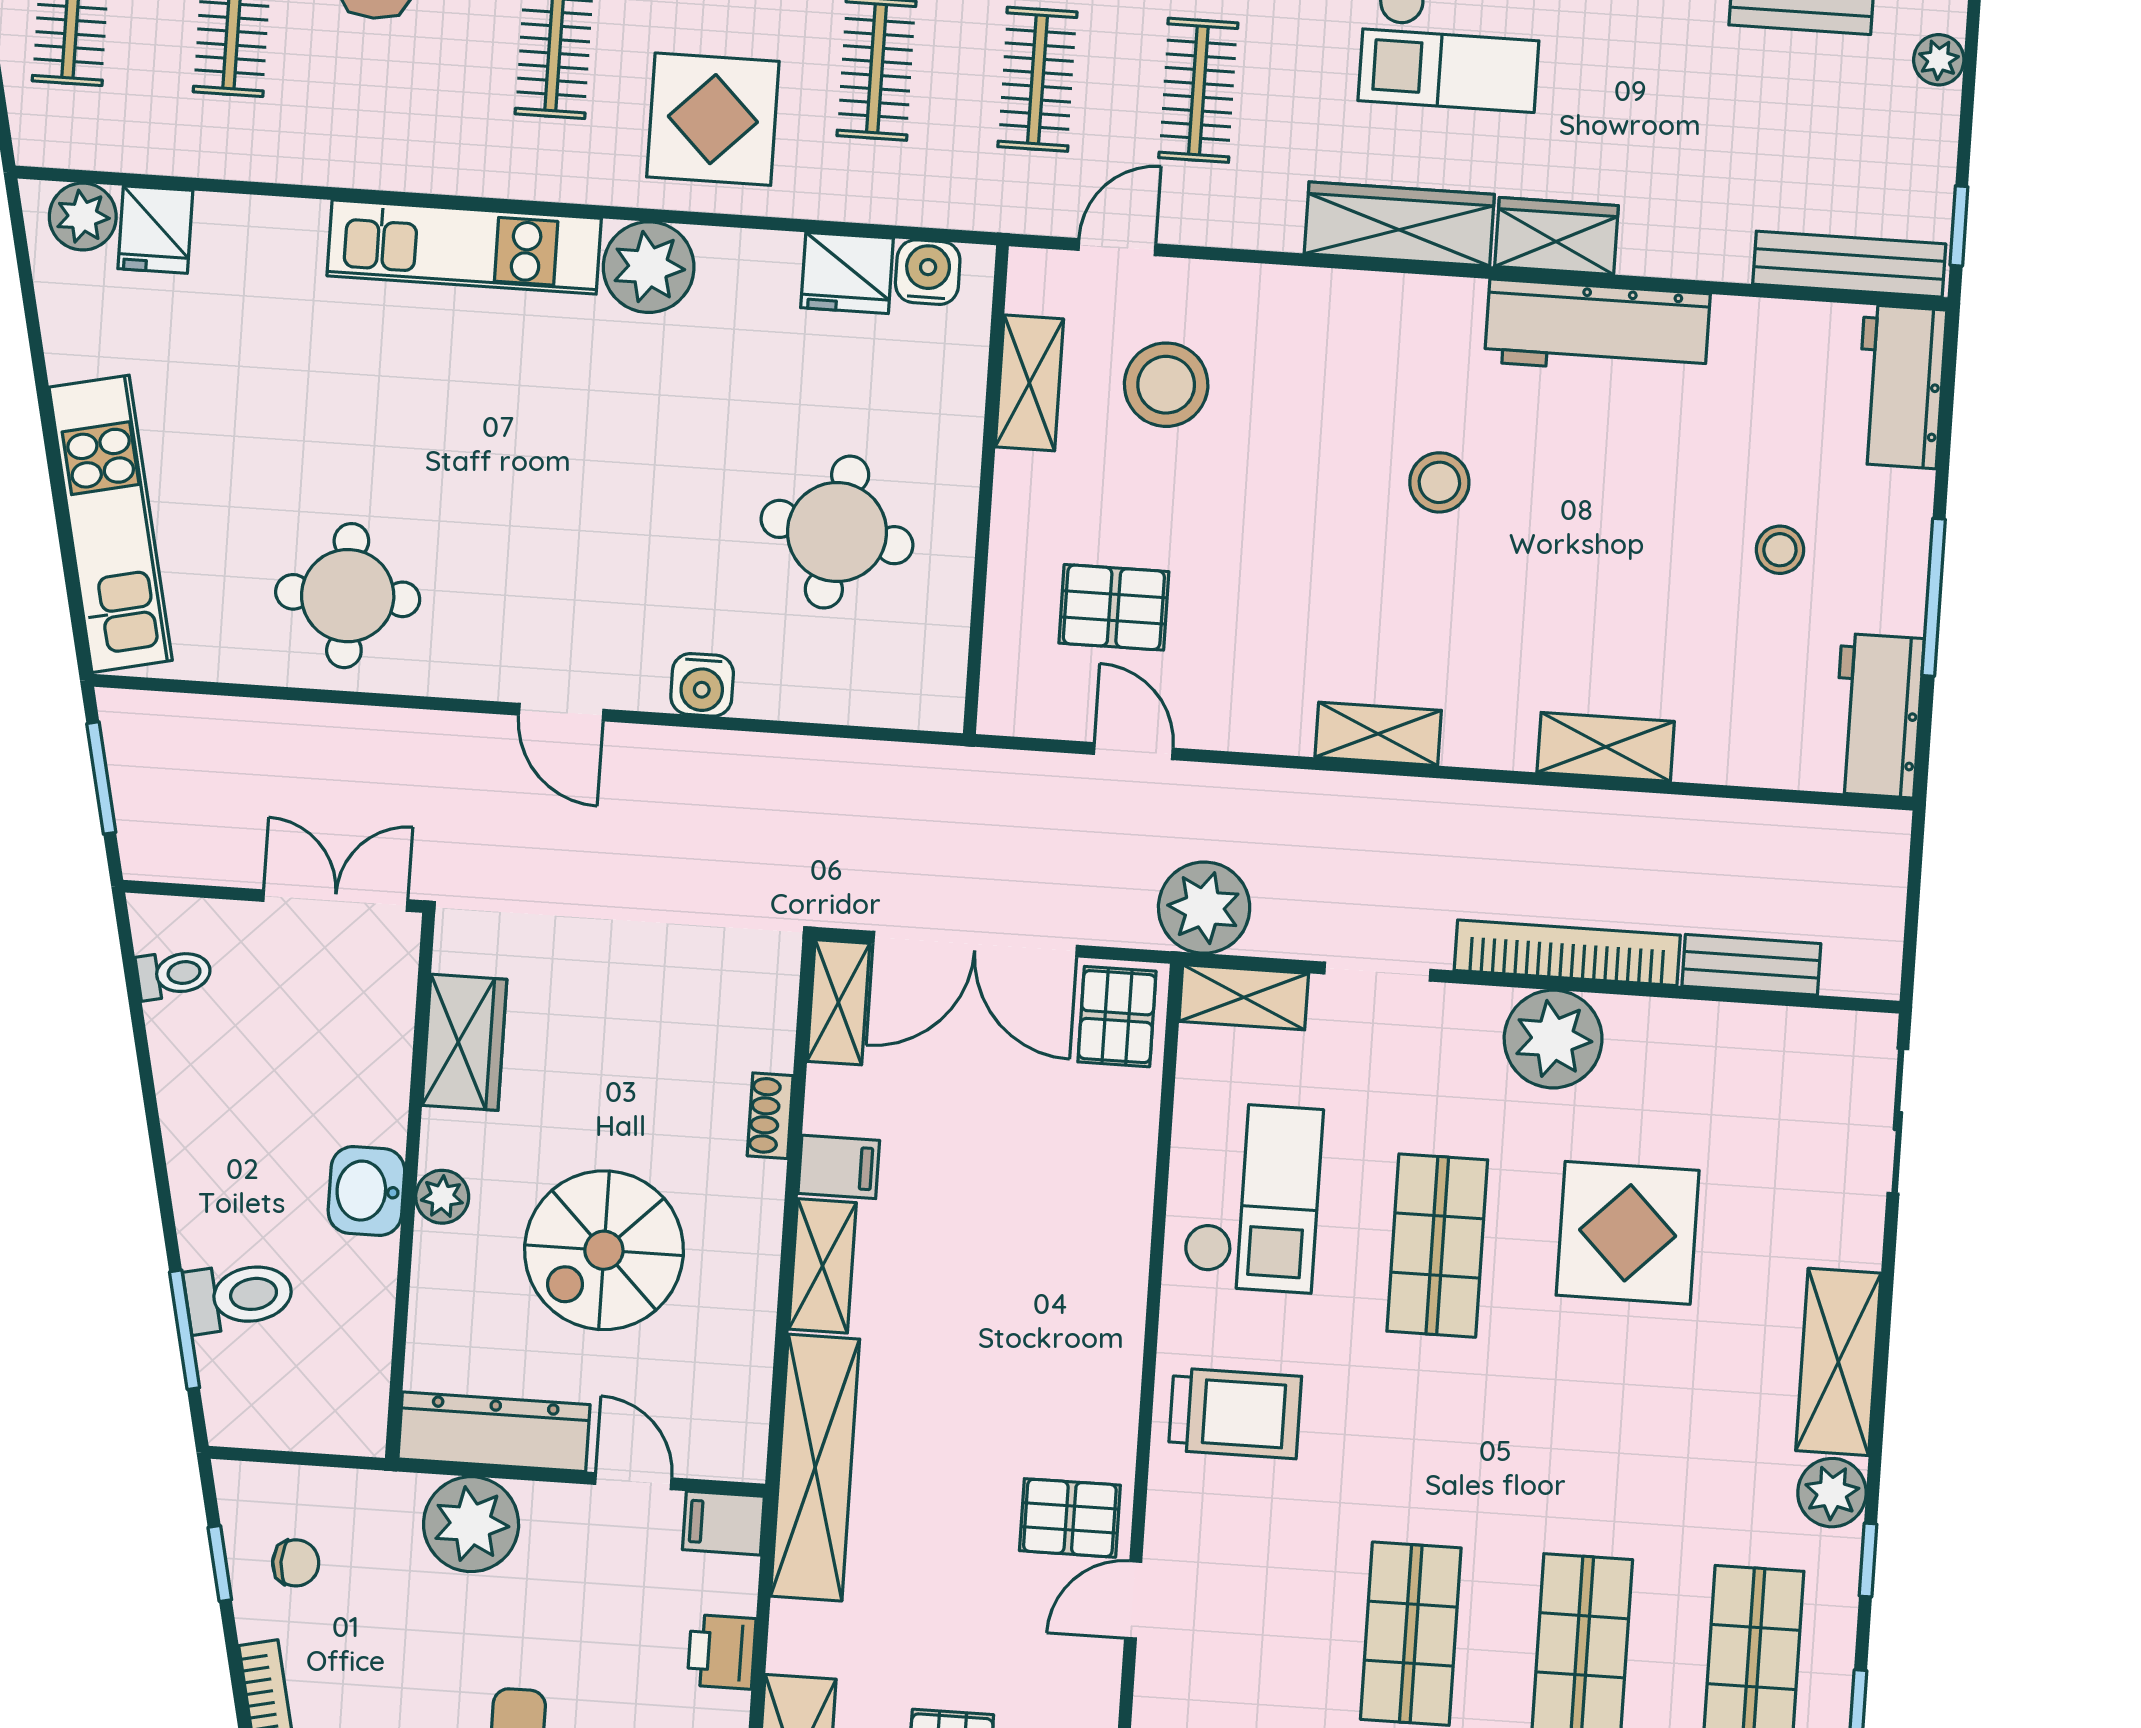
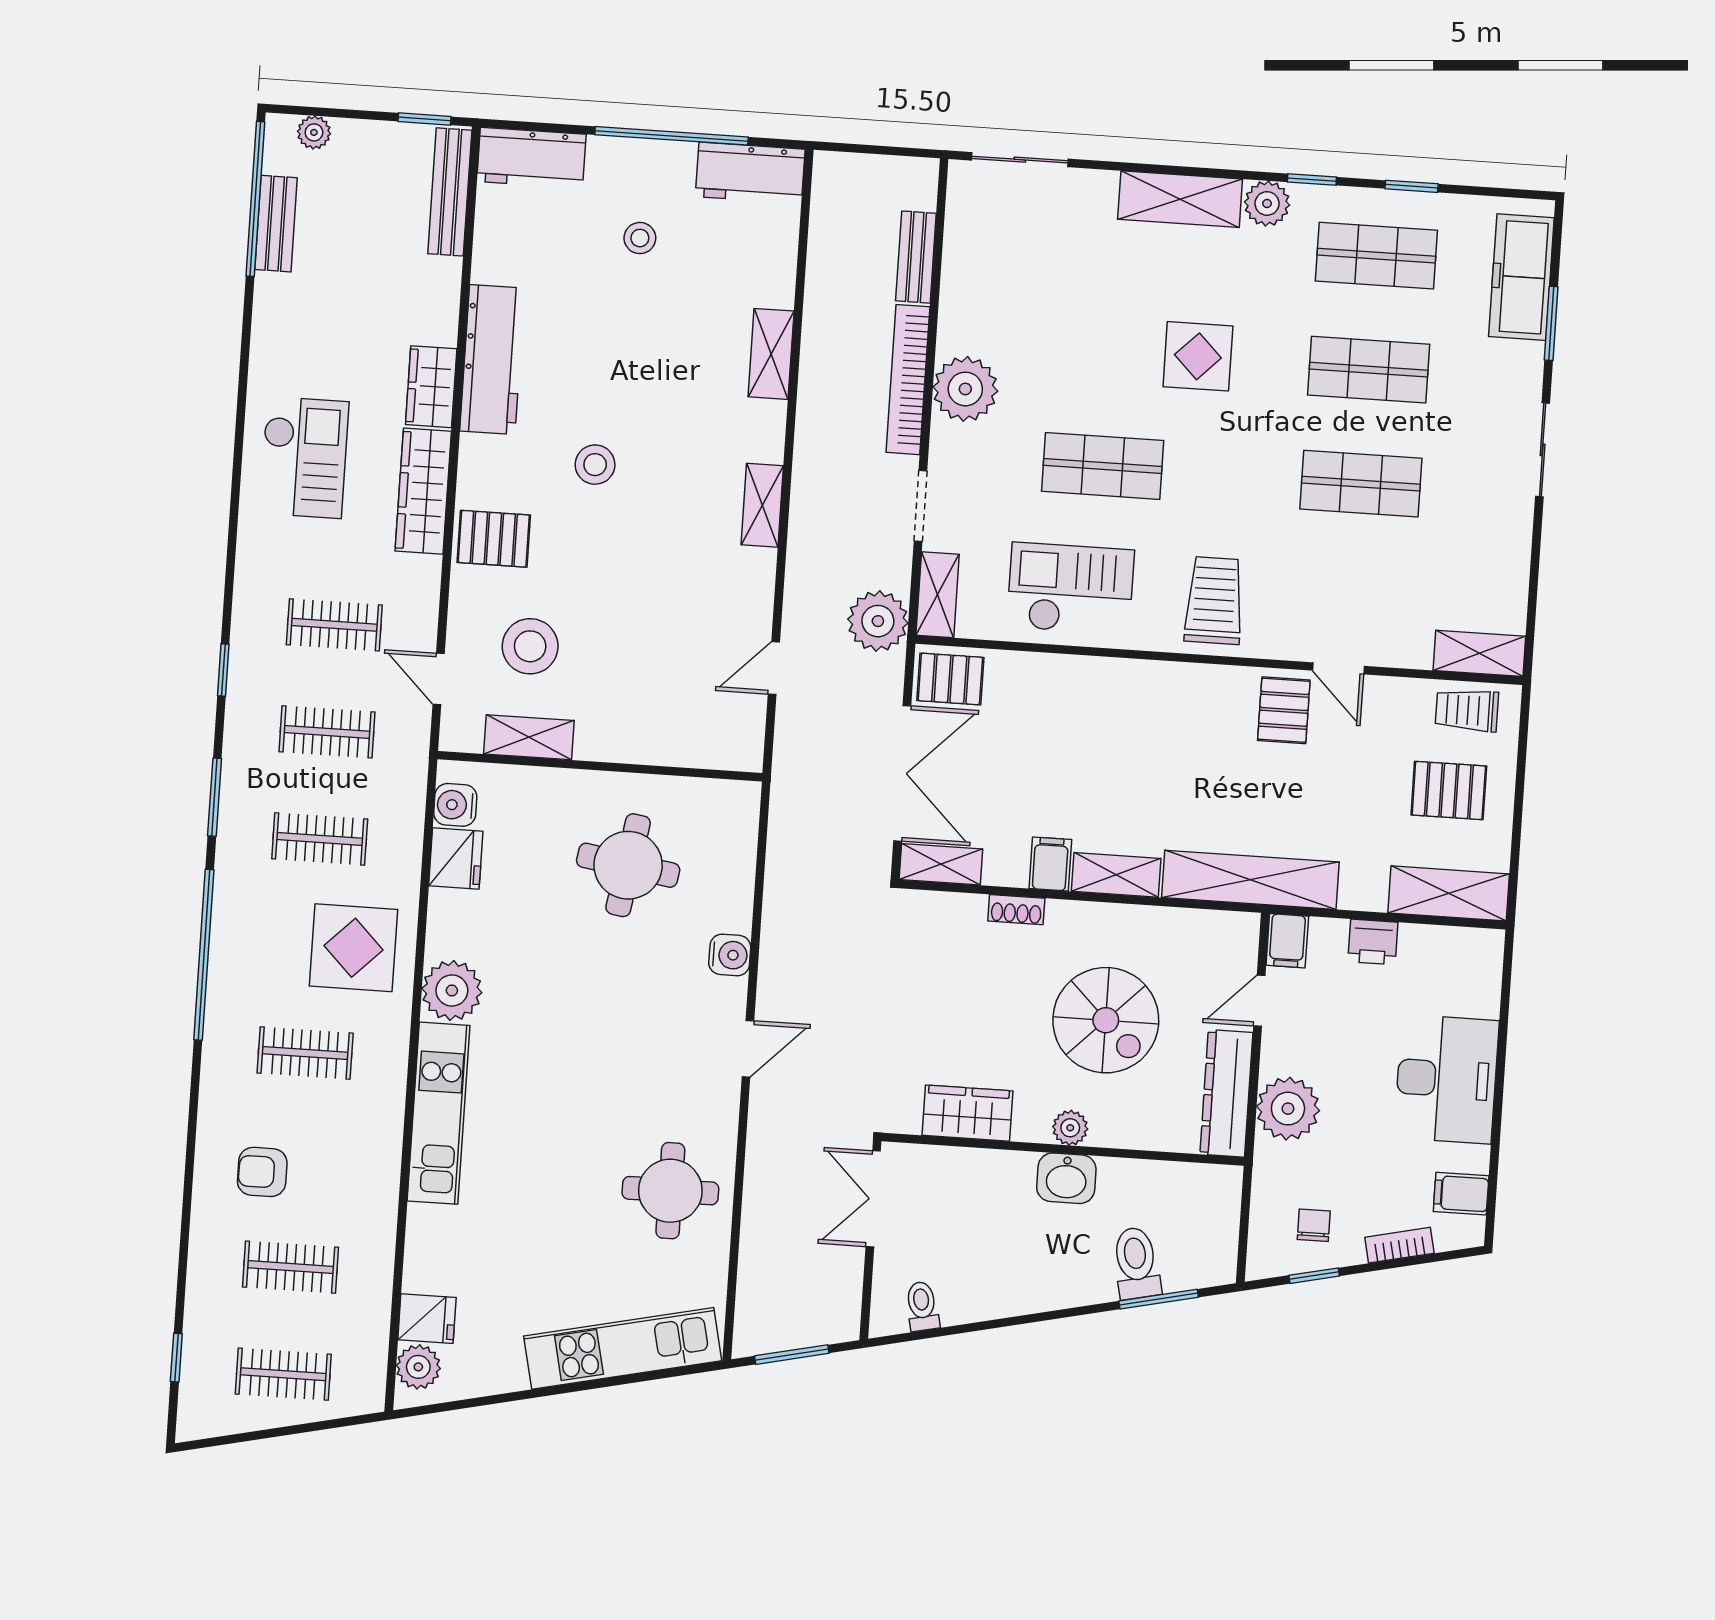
window: (1934, 597) -> (672, 136), width x1.46
pallet: (1114, 607) -> (494, 539), moved, turned 90
display table: (1628, 1233) -> (1198, 356), moved, width x0.73, depth x0.73

